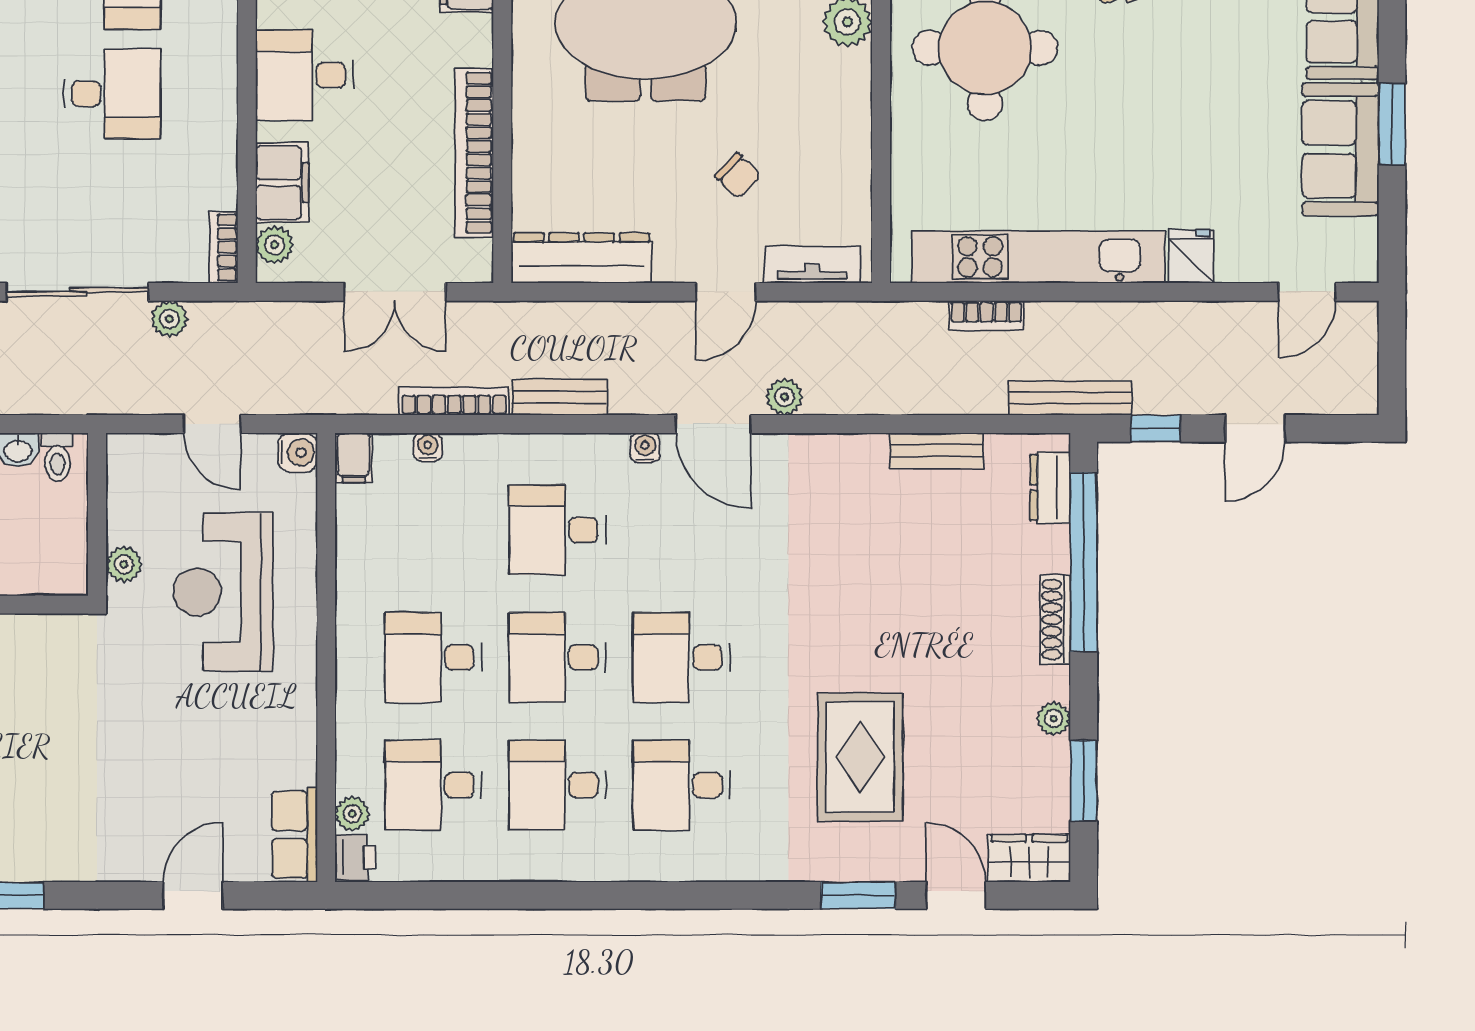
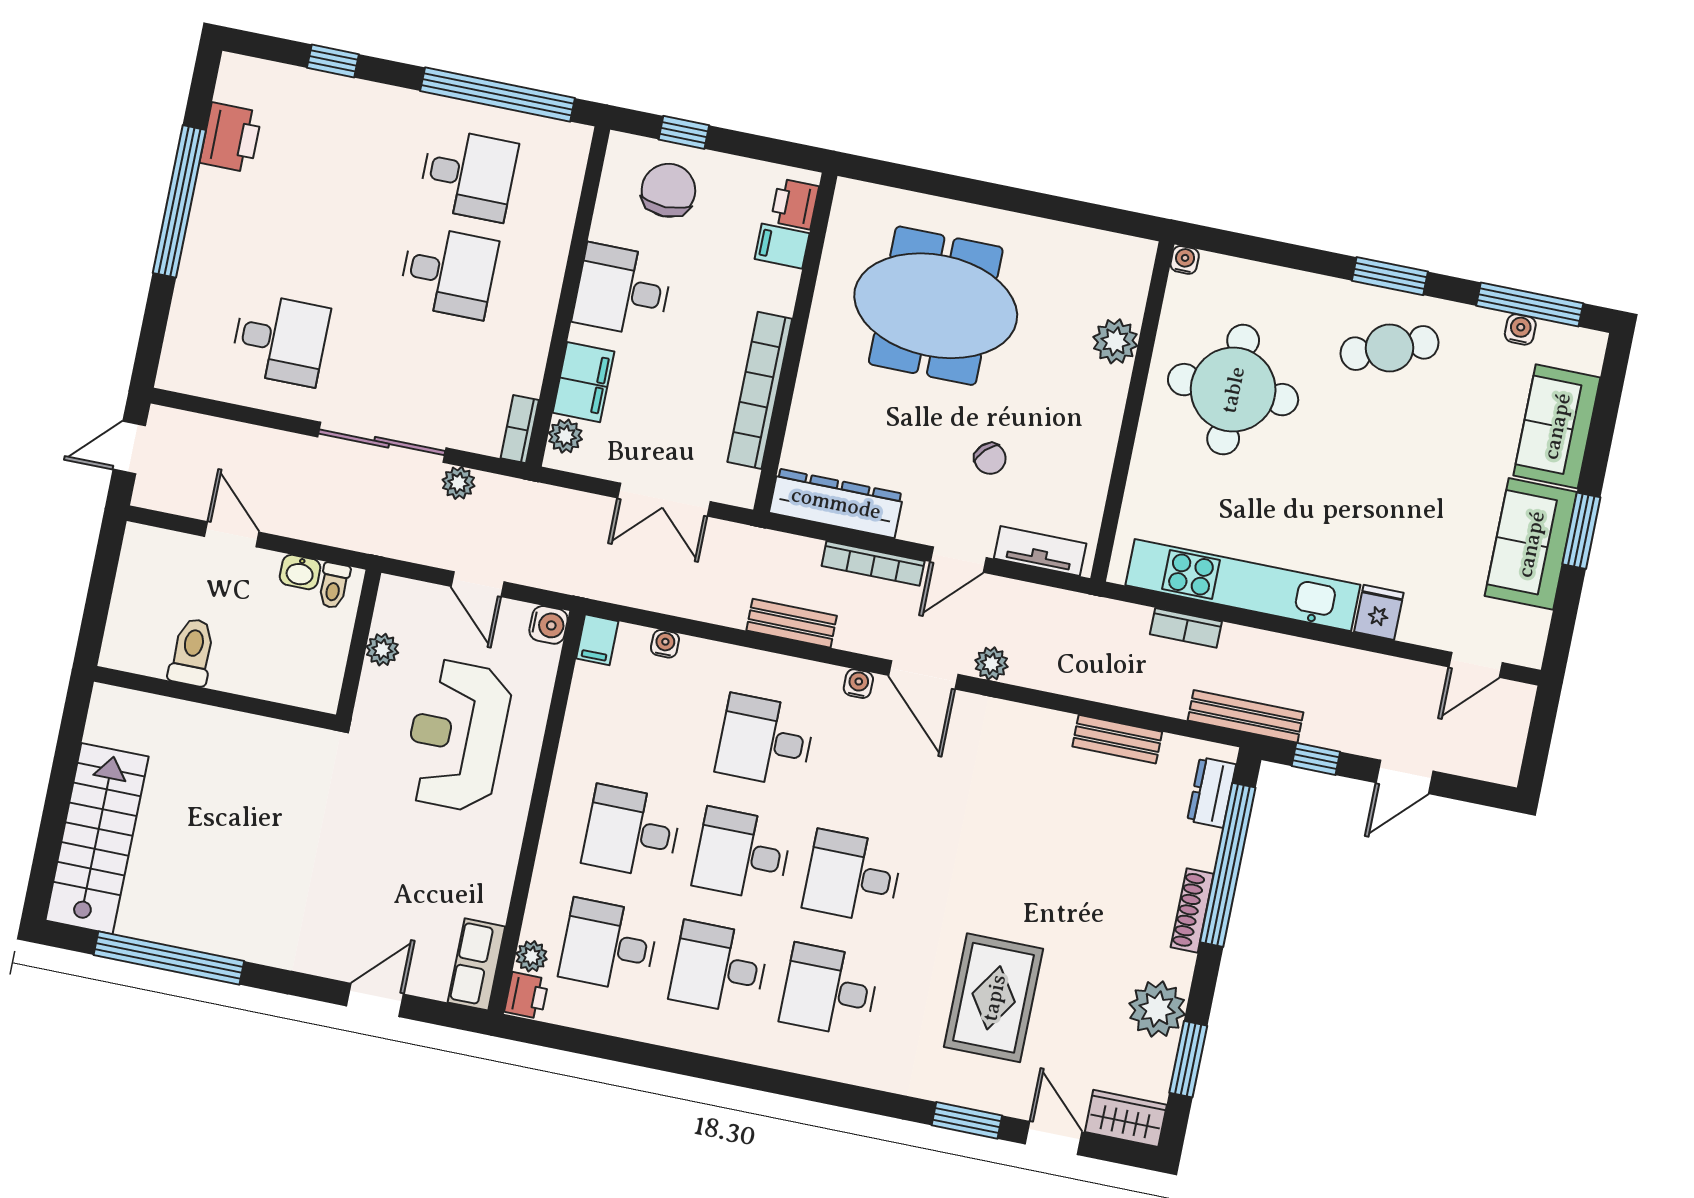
bookcase: (454, 401) -> (873, 563), moved, turned 180
plant: (124, 564) -> (382, 650), moved
plant: (1054, 719) -> (1157, 1009), width x1.88, depth x1.88

